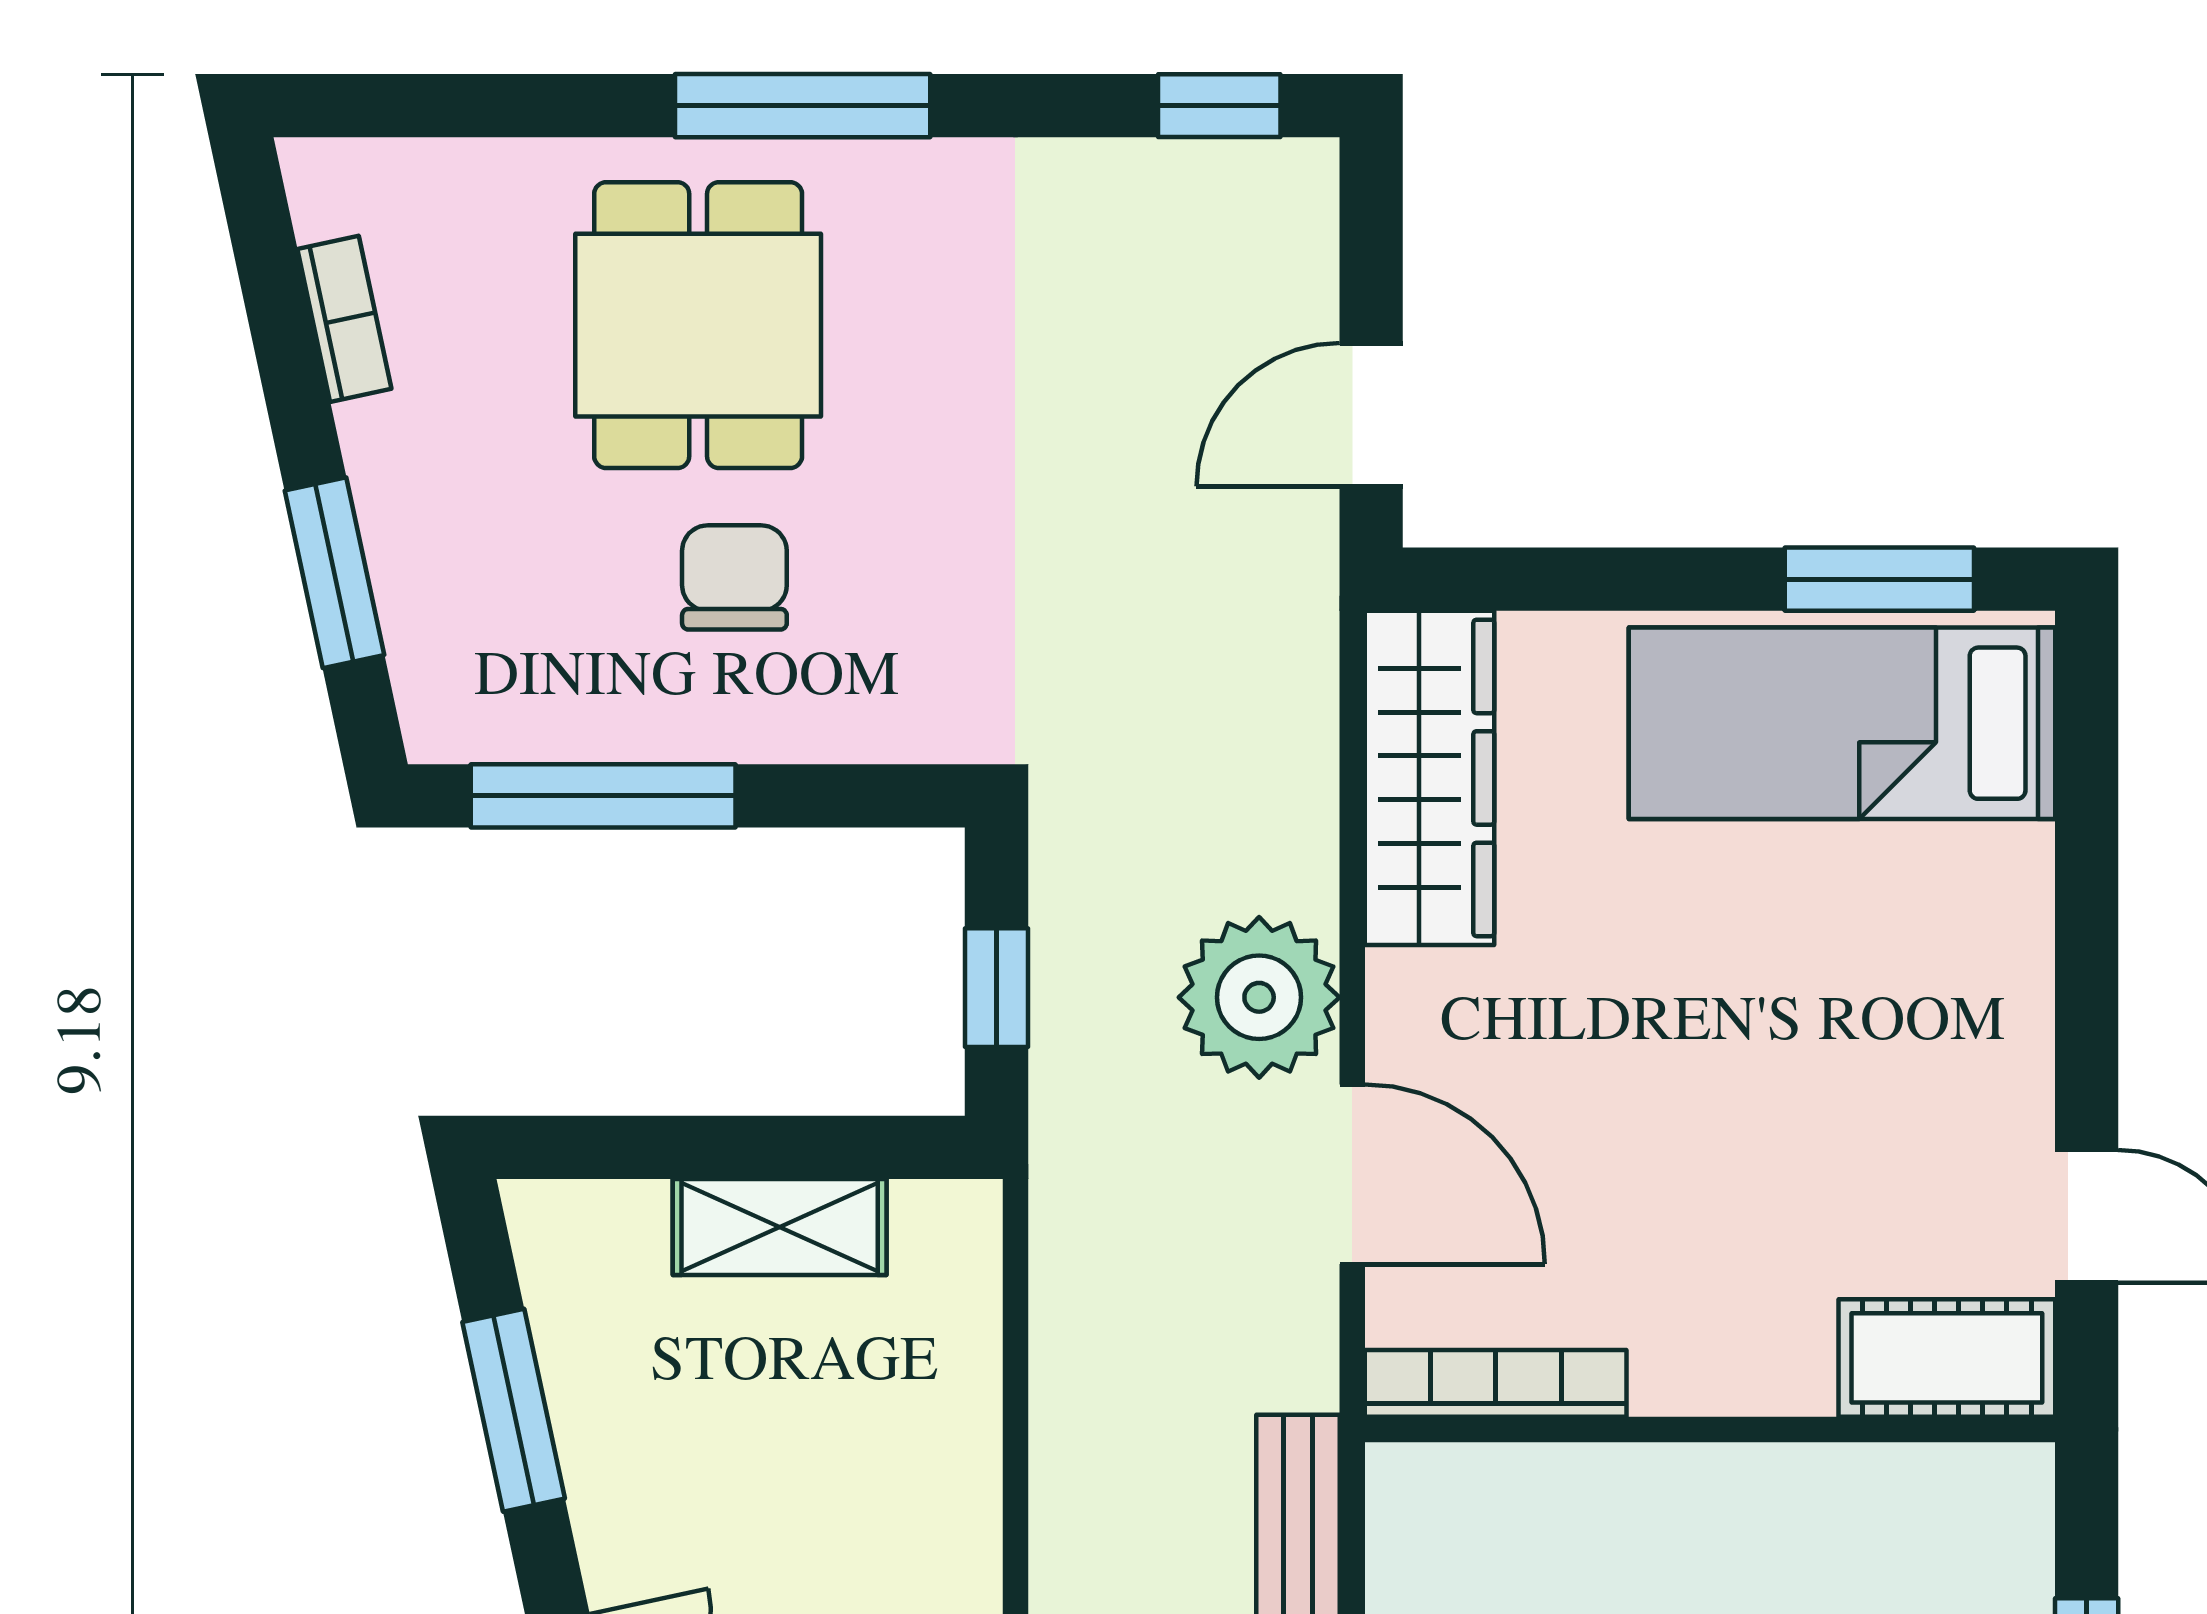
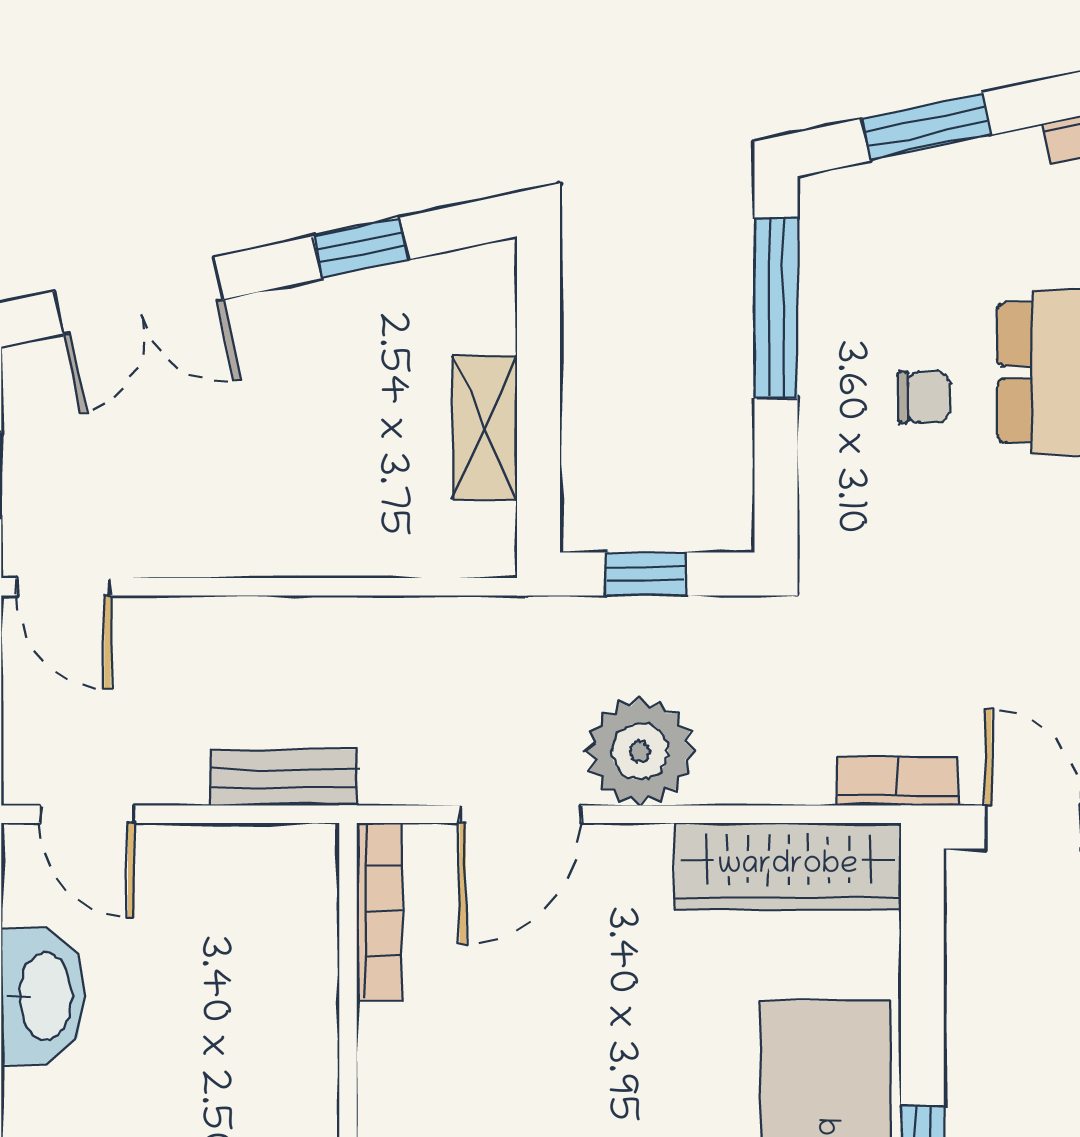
chair: (734, 577) -> (924, 397), width x0.73, depth x0.73
bookcase: (1304, 616) -> (897, 781), added
window: (514, 1410) -> (361, 248), width x0.67

